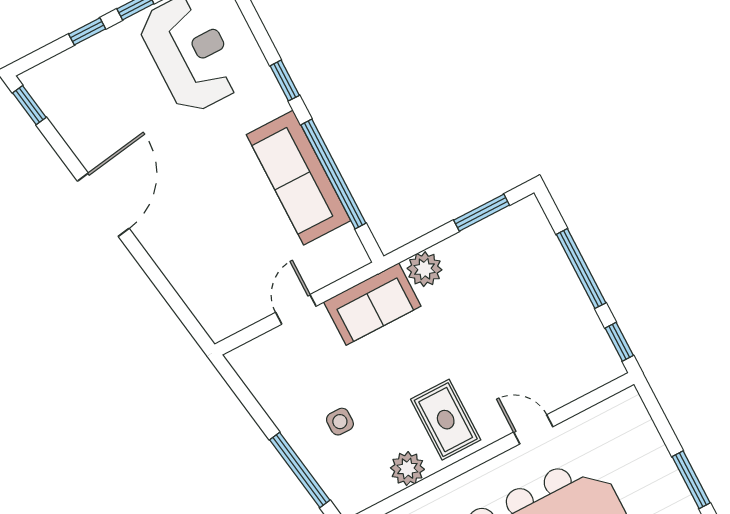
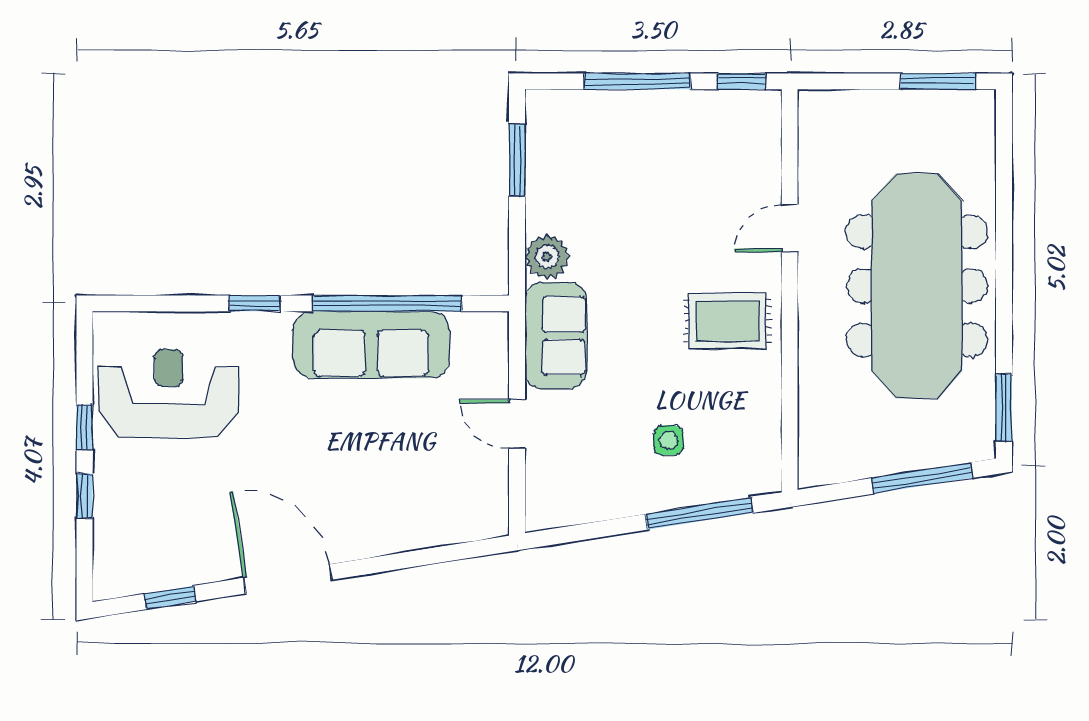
window: (29, 105) -> (170, 598), moved
plant: (407, 469) -> (760, 392), removed

